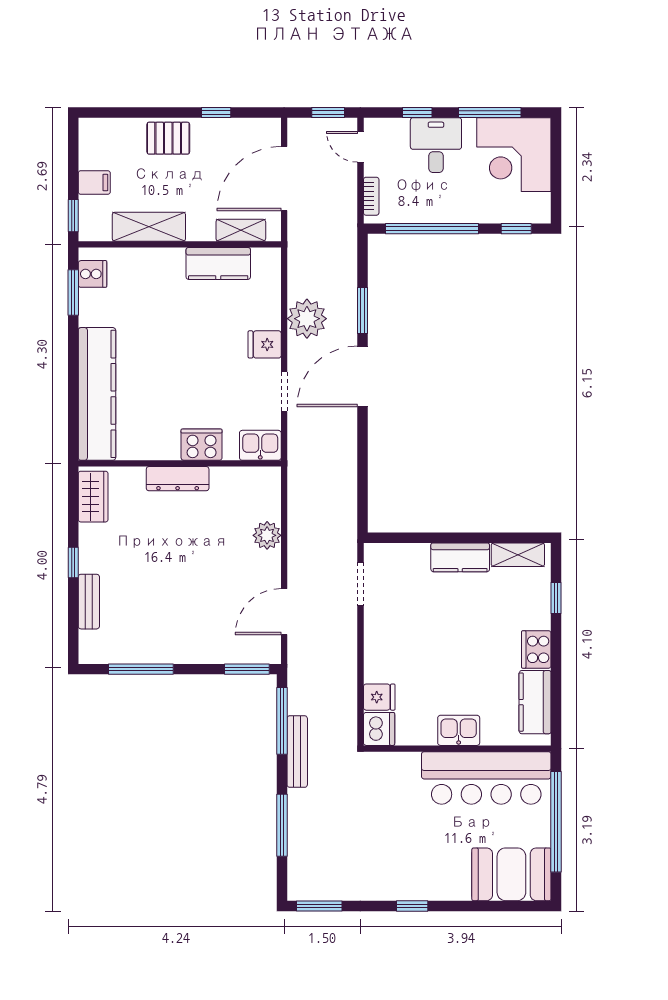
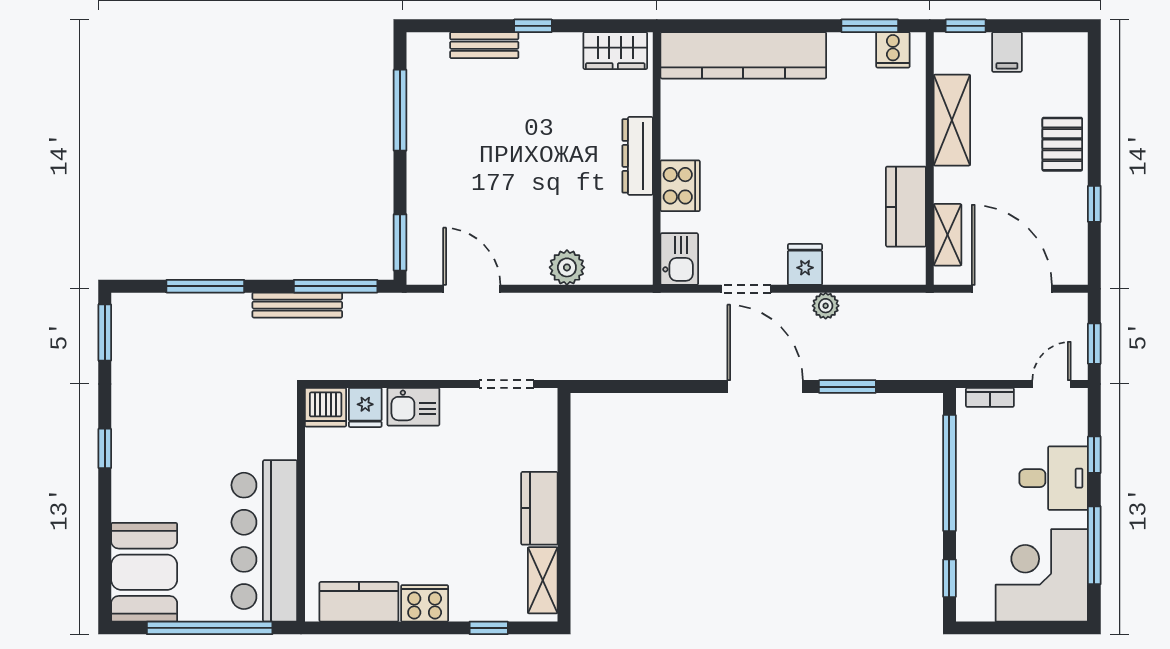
plant: (307, 319) -> (826, 306), width x0.53, depth x0.53
kitchen sink: (459, 730) -> (413, 407), moved, turned 90

